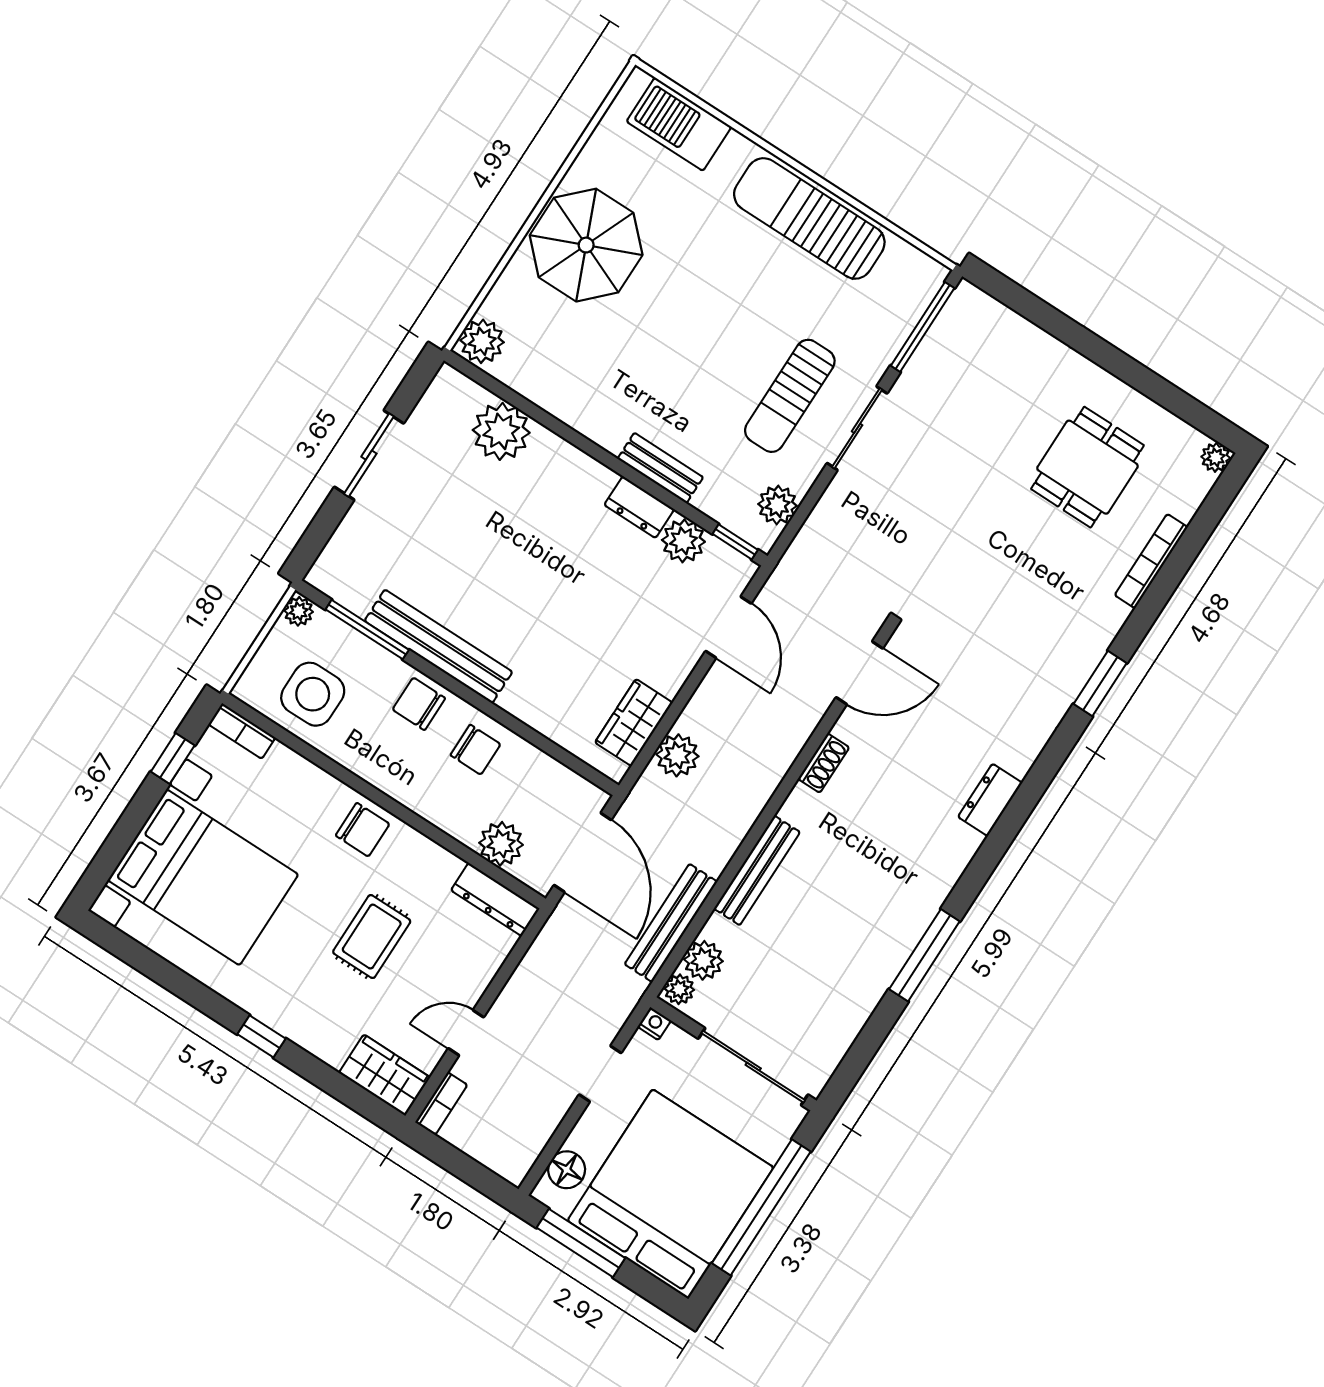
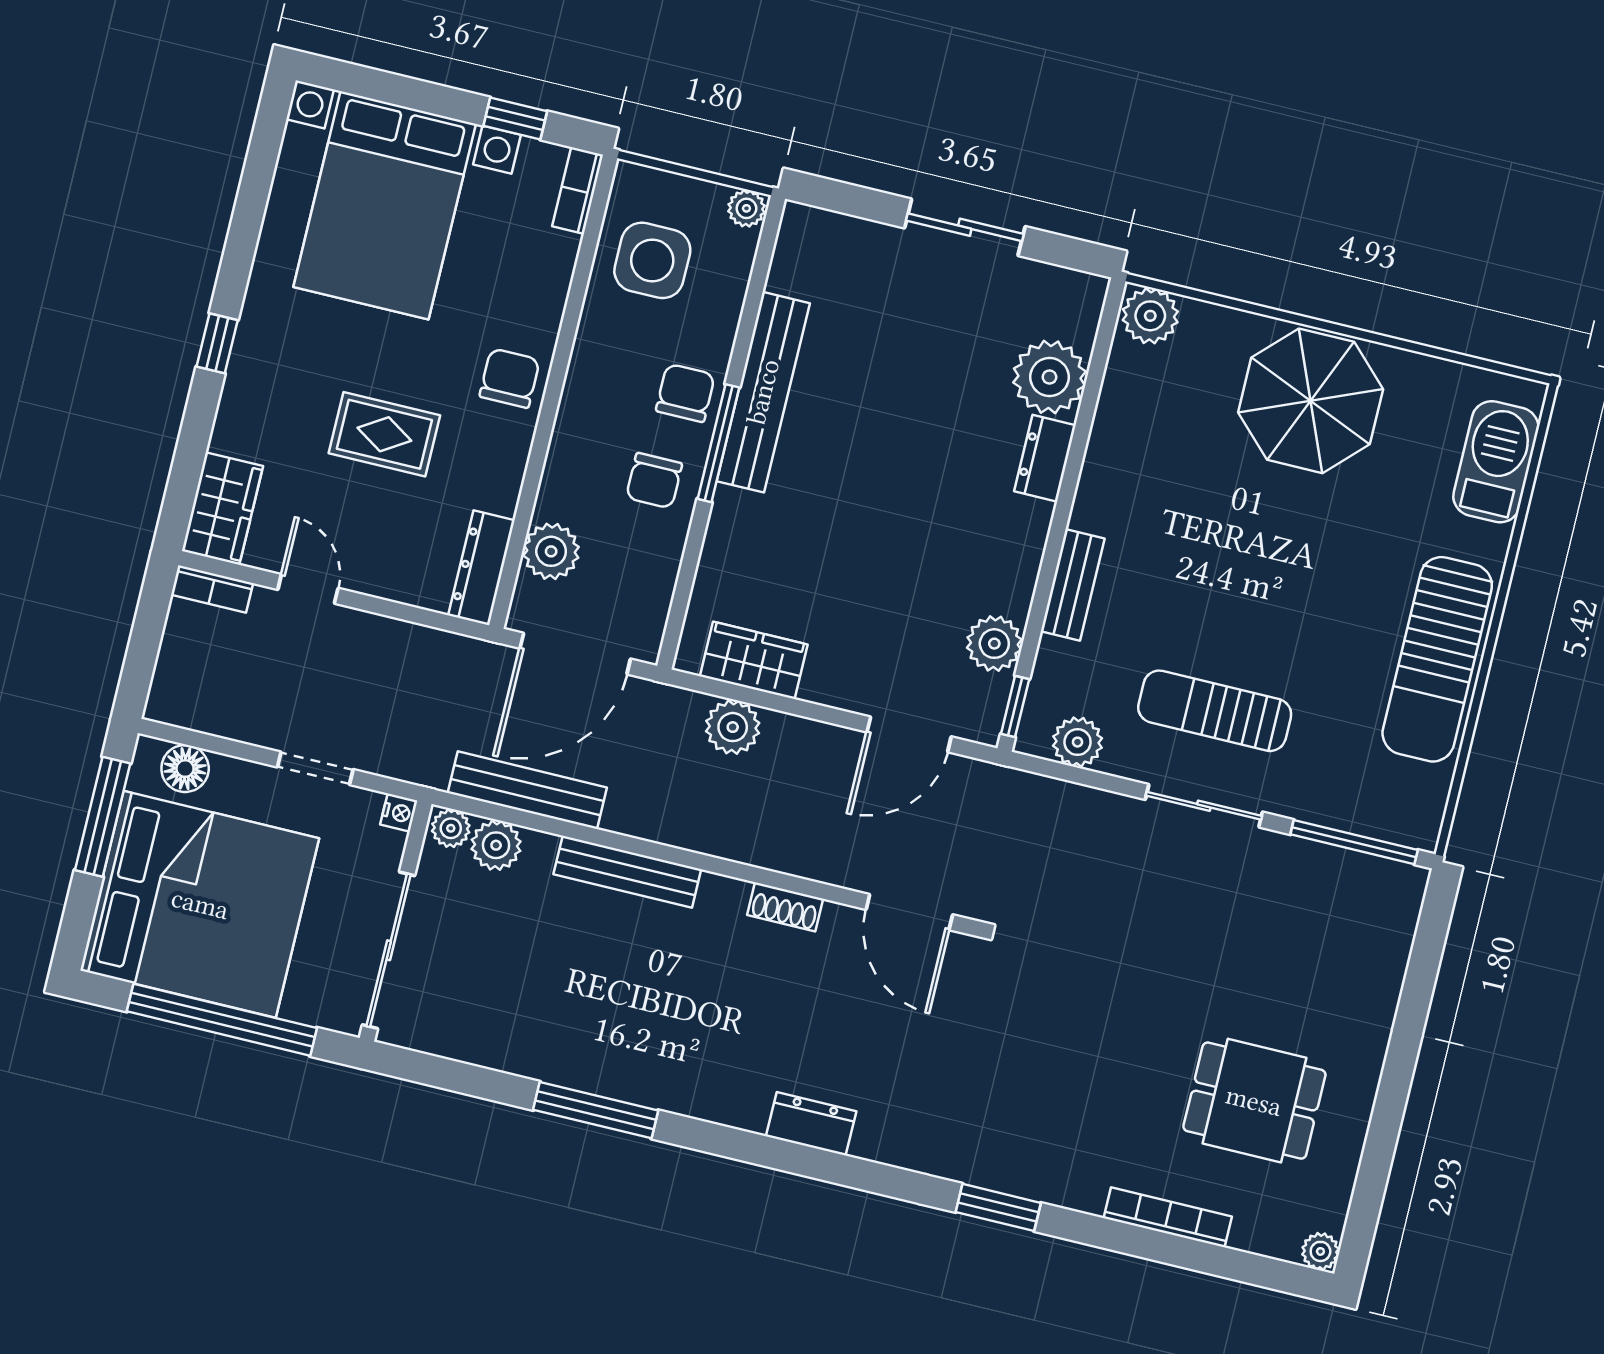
sun lounger: (809, 218) -> (1437, 659), turned 180
dresser: (639, 507) -> (1045, 458), moved
window: (367, 630) -> (718, 443), moved
chair: (363, 830) -> (510, 378), turned 180

